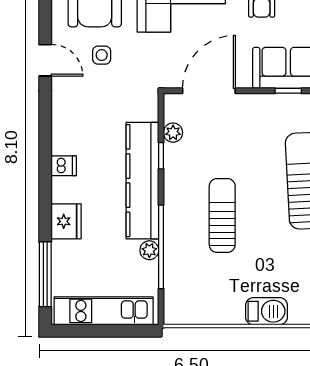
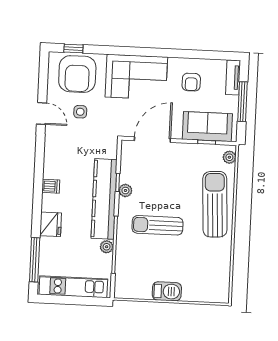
plant: (173, 133) -> (125, 190), moved
sun lounger: (222, 215) -> (157, 225), turned -90
barbecue: (267, 311) -> (167, 291), moved

